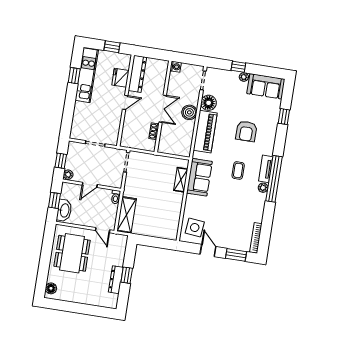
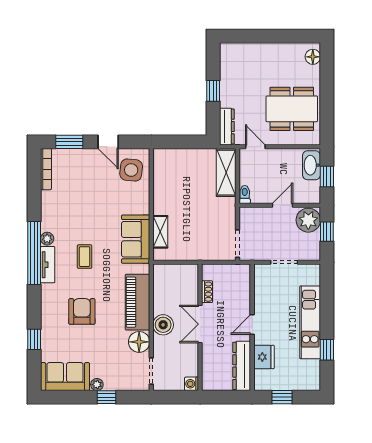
kitchen unit: (87, 75) -> (310, 322), moved
plant: (68, 175) -> (308, 220), width x1.87, depth x1.87
dining table: (72, 253) -> (292, 109), turned 90
dresser: (116, 280) -> (227, 127), moved

